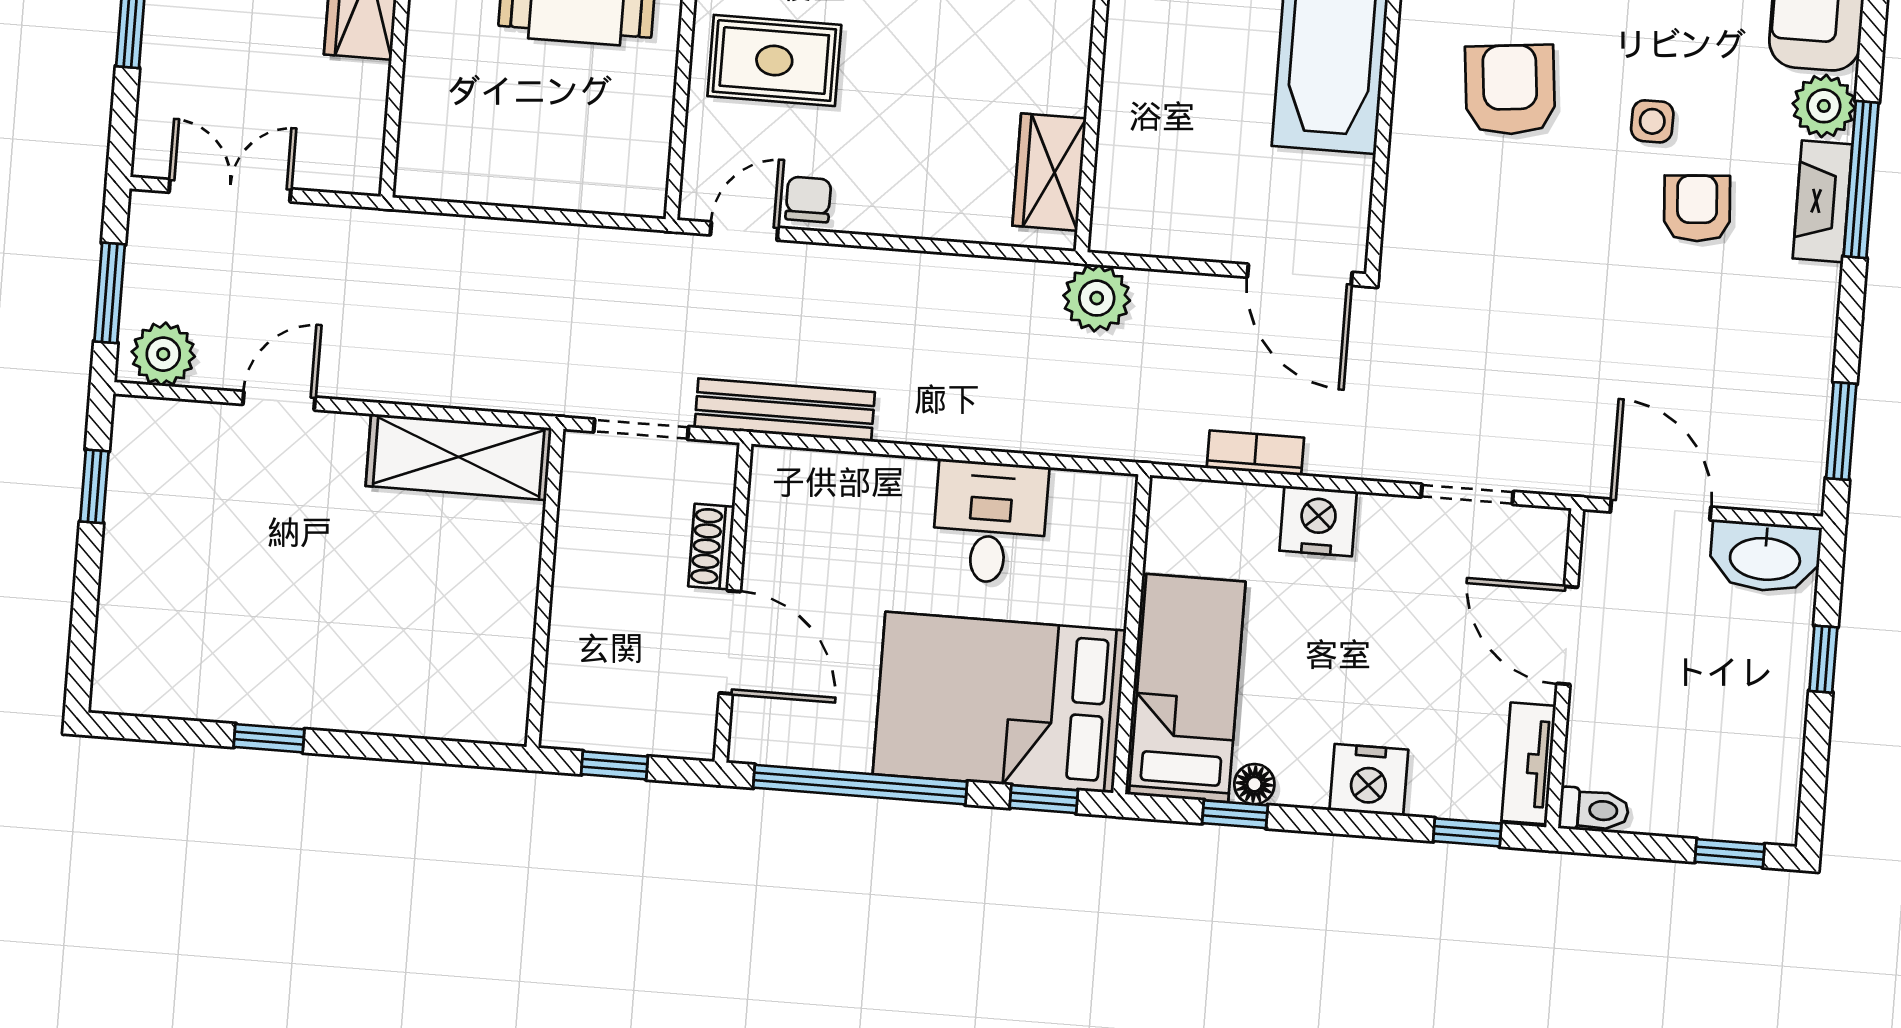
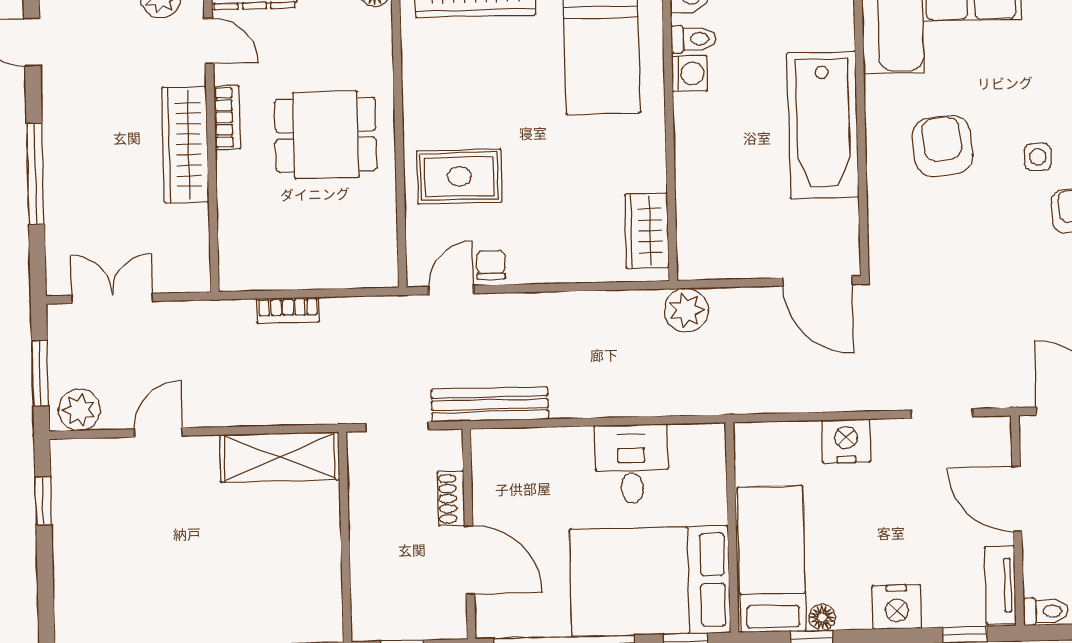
bookcase: (1255, 453) -> (288, 310), moved, turned 180

